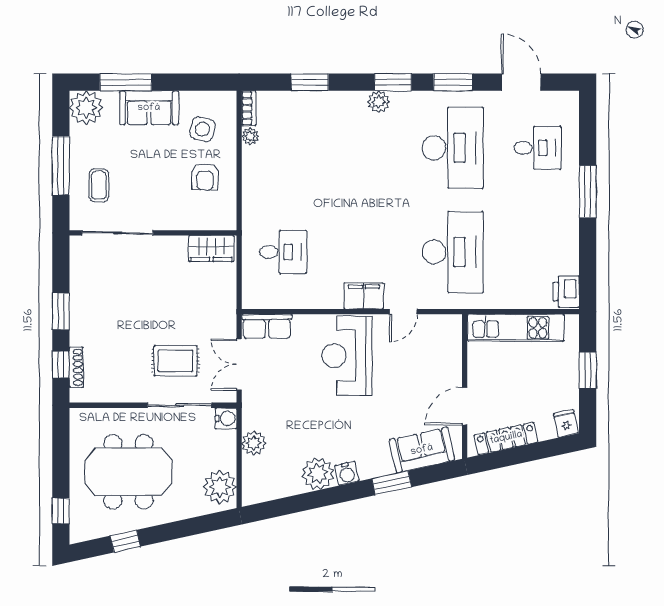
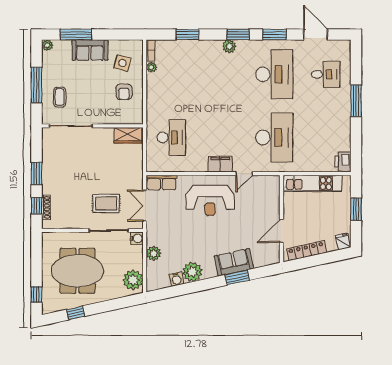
plant: (86, 108) -> (47, 45), width x0.53, depth x0.53
desk: (283, 252) -> (171, 137), width x1.37
reception desk: (347, 356) -> (210, 200), turned -90
sofa: (422, 450) -> (234, 262), moved
water cooler: (347, 473) -> (176, 279), moved

